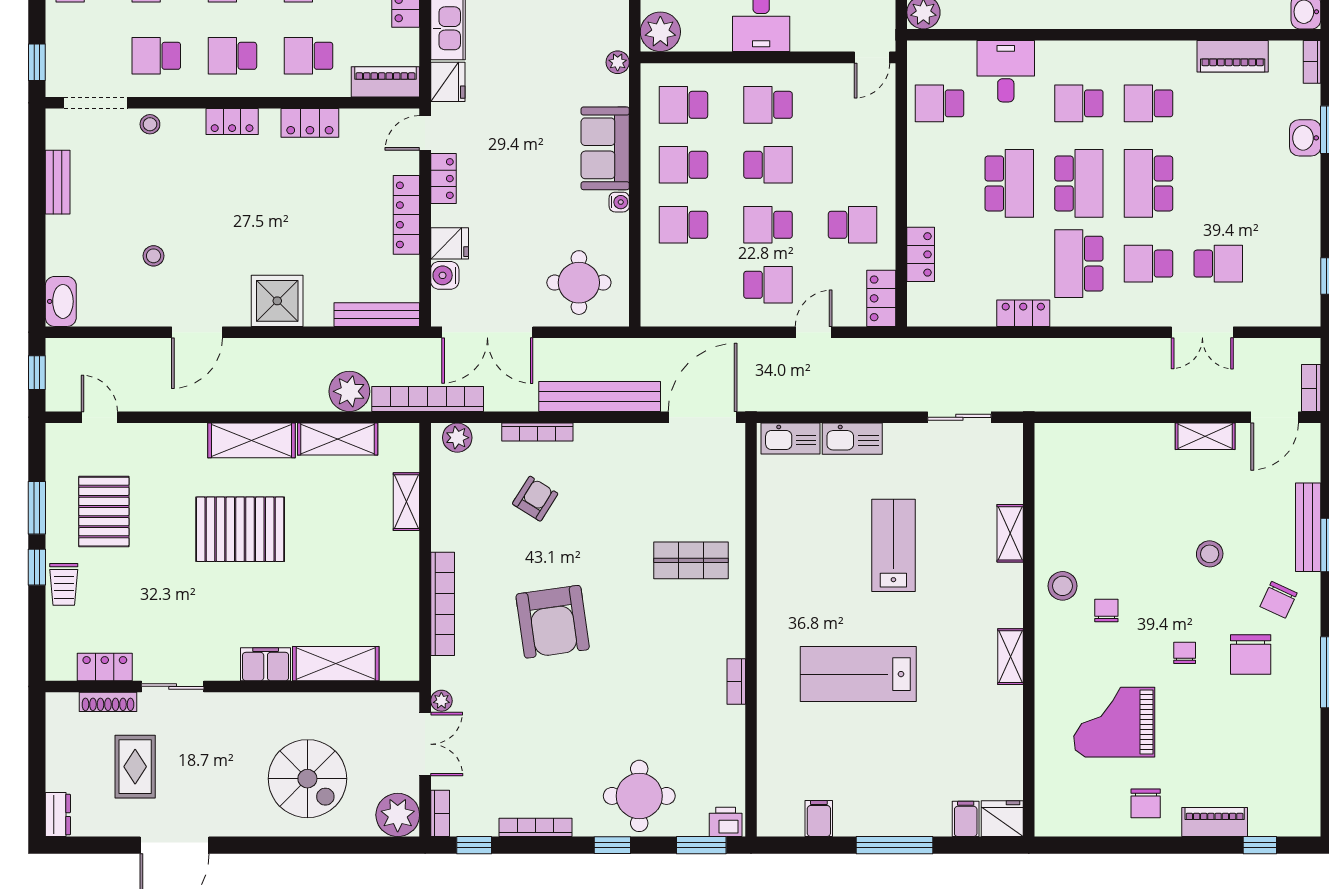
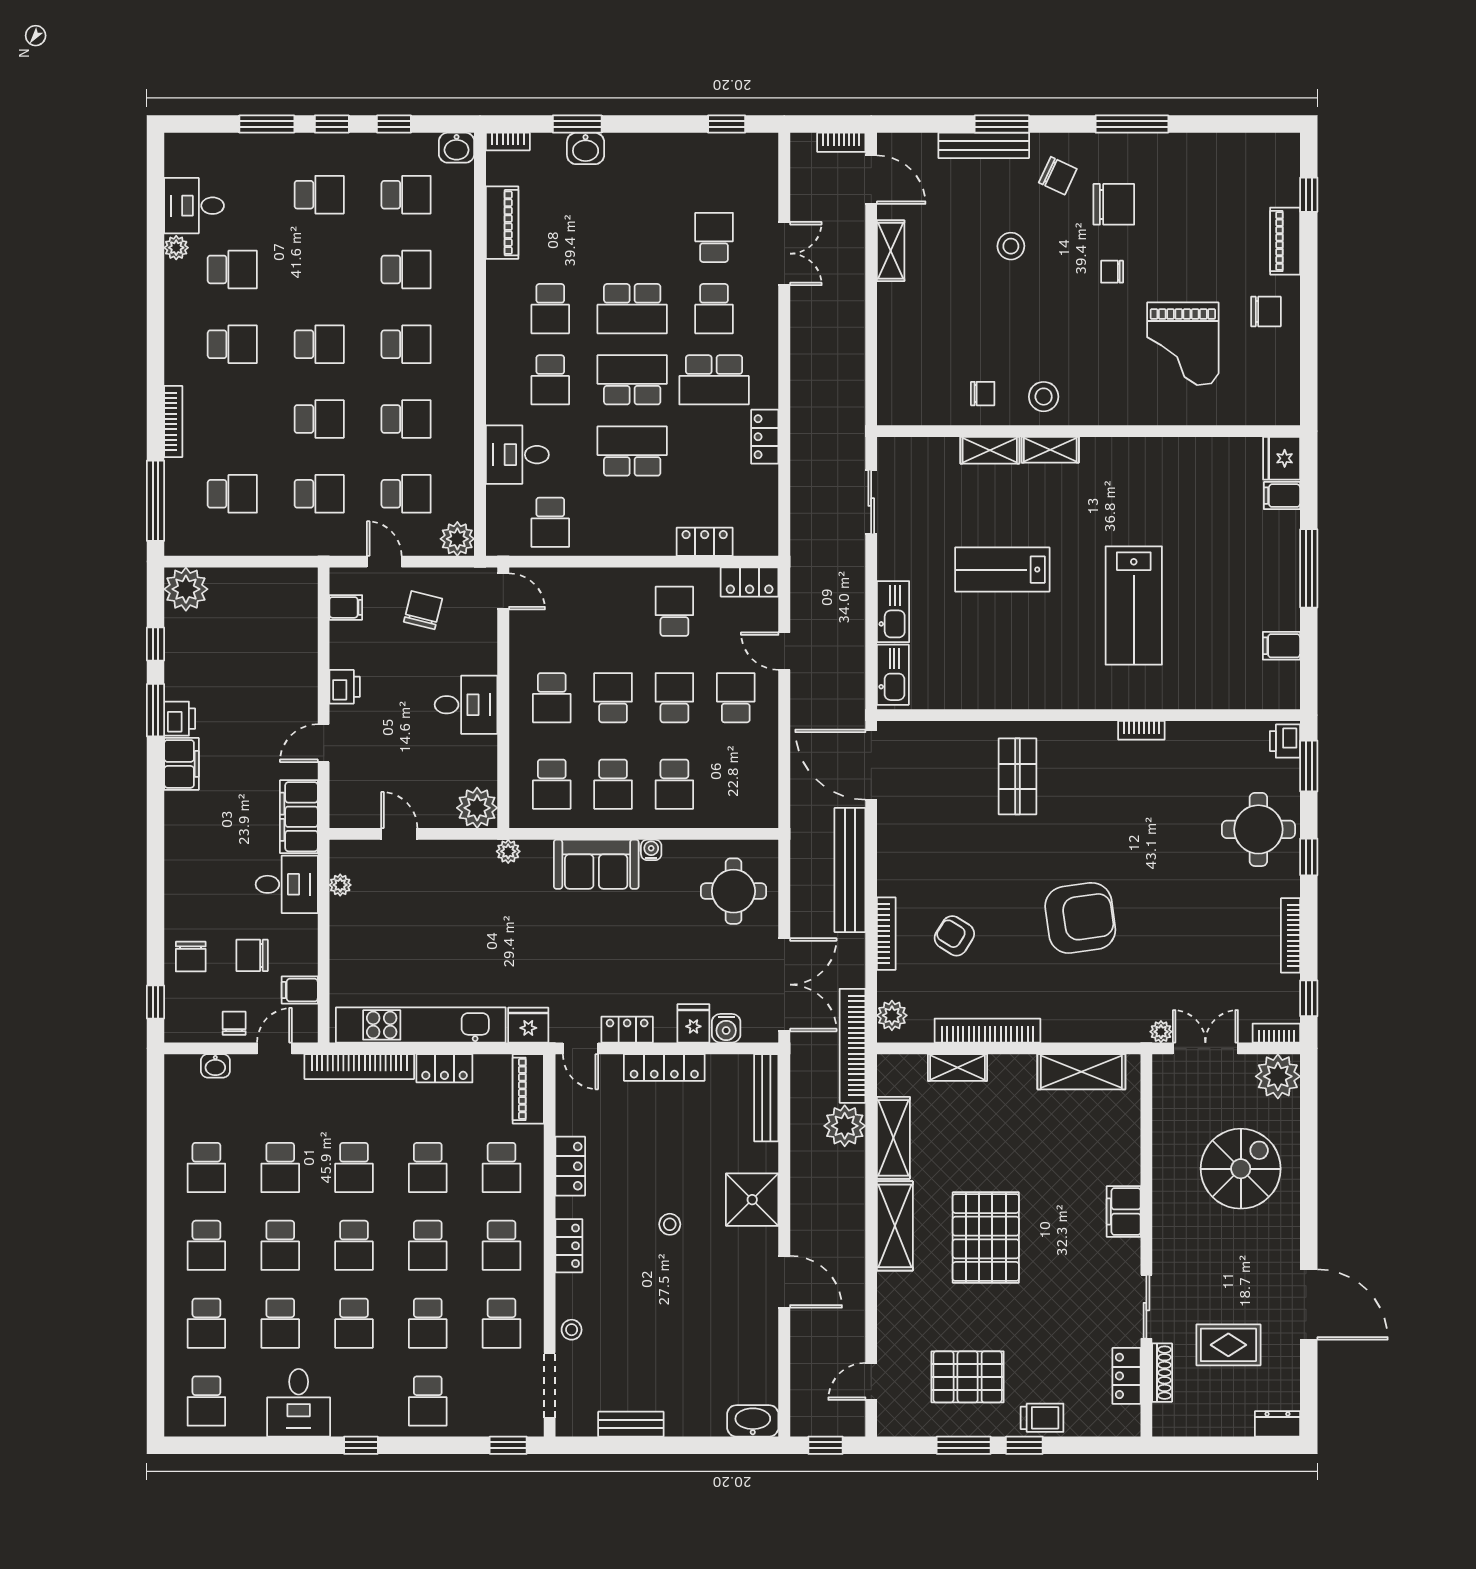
school desk: (768, 225) -> (674, 698), turned 180
stool: (154, 256) -> (670, 1224), moved
bookcase: (443, 604) -> (987, 1031), moved
chair: (1106, 610) -> (983, 394), moved, turned 180
shelving: (1010, 657) -> (1050, 450), moved
shelving: (336, 664) -> (1081, 1072), moved, turned 90

